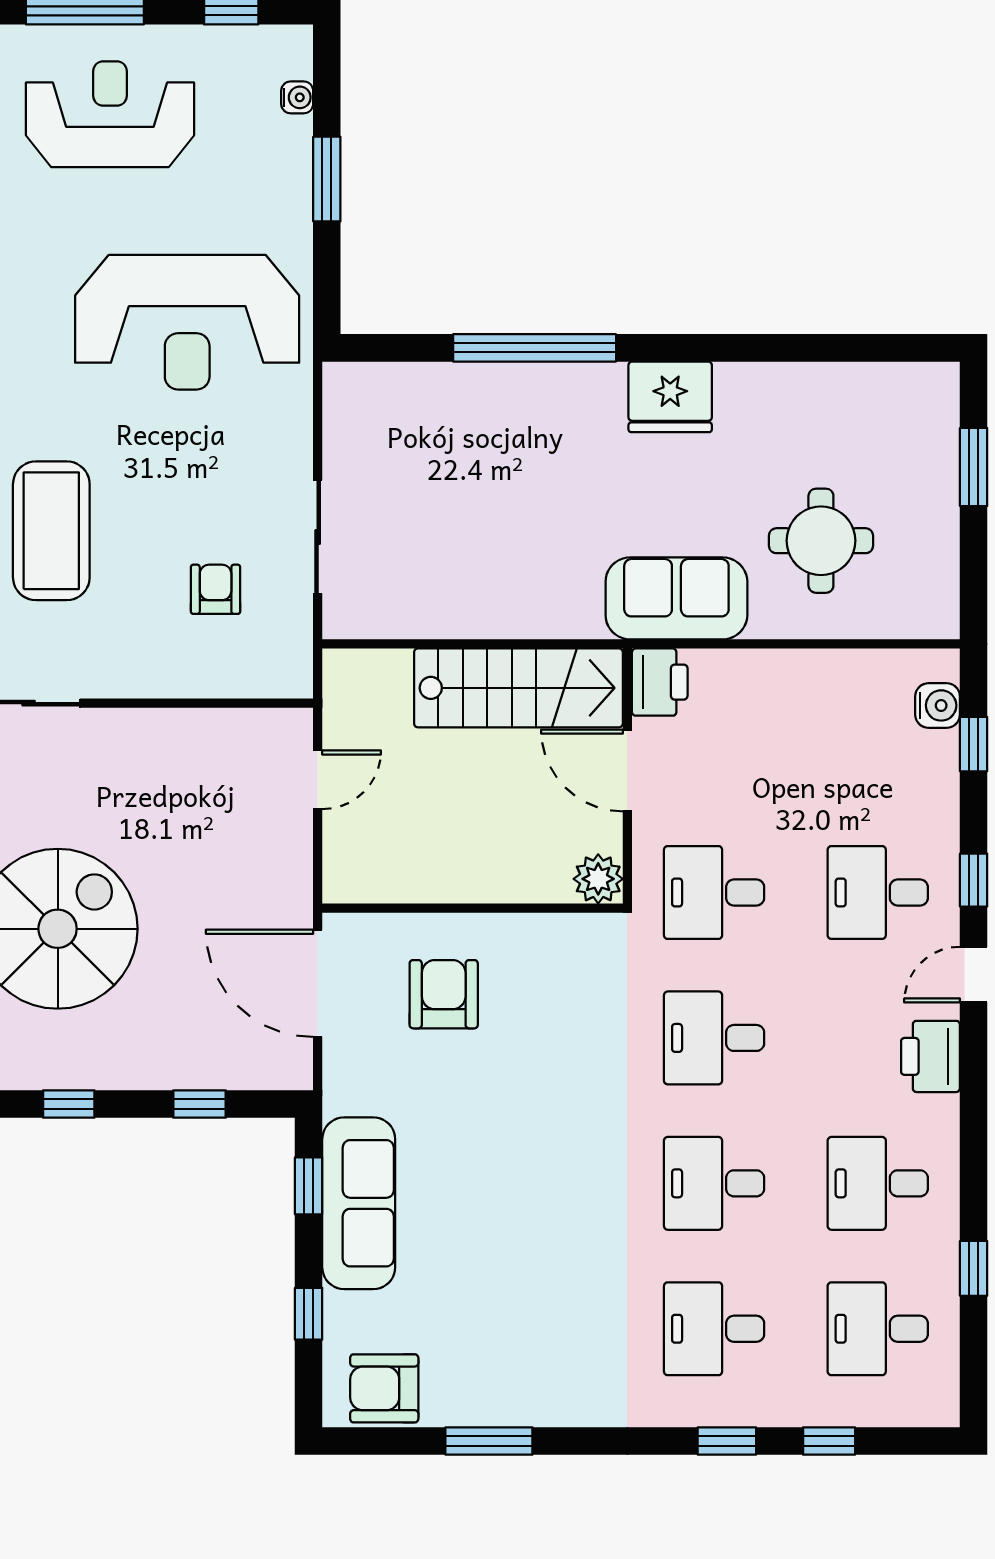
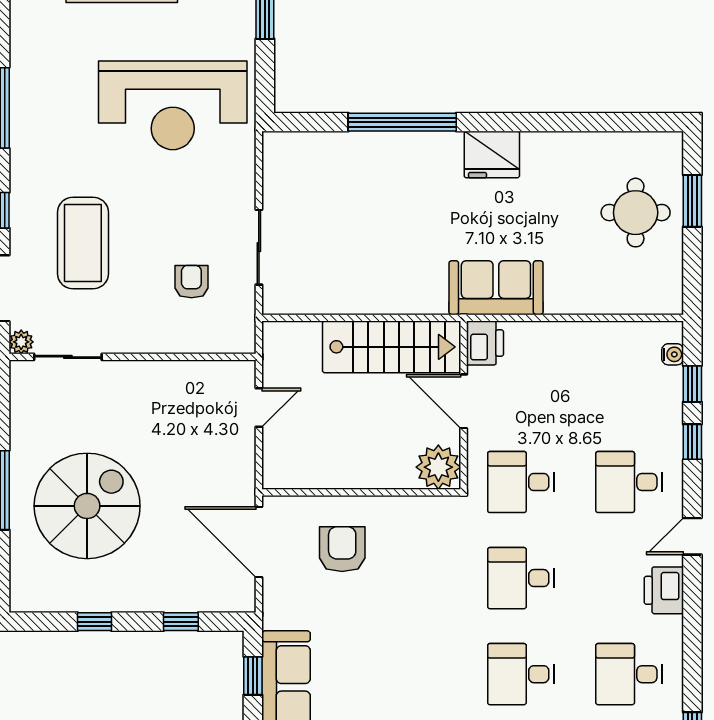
round table: (821, 541) -> (636, 213), moved
water cooler: (938, 705) -> (673, 354), width x0.72, depth x0.72
plant: (598, 879) -> (438, 467), width x1.36, depth x1.36
window: (974, 880) -> (692, 442), moved

